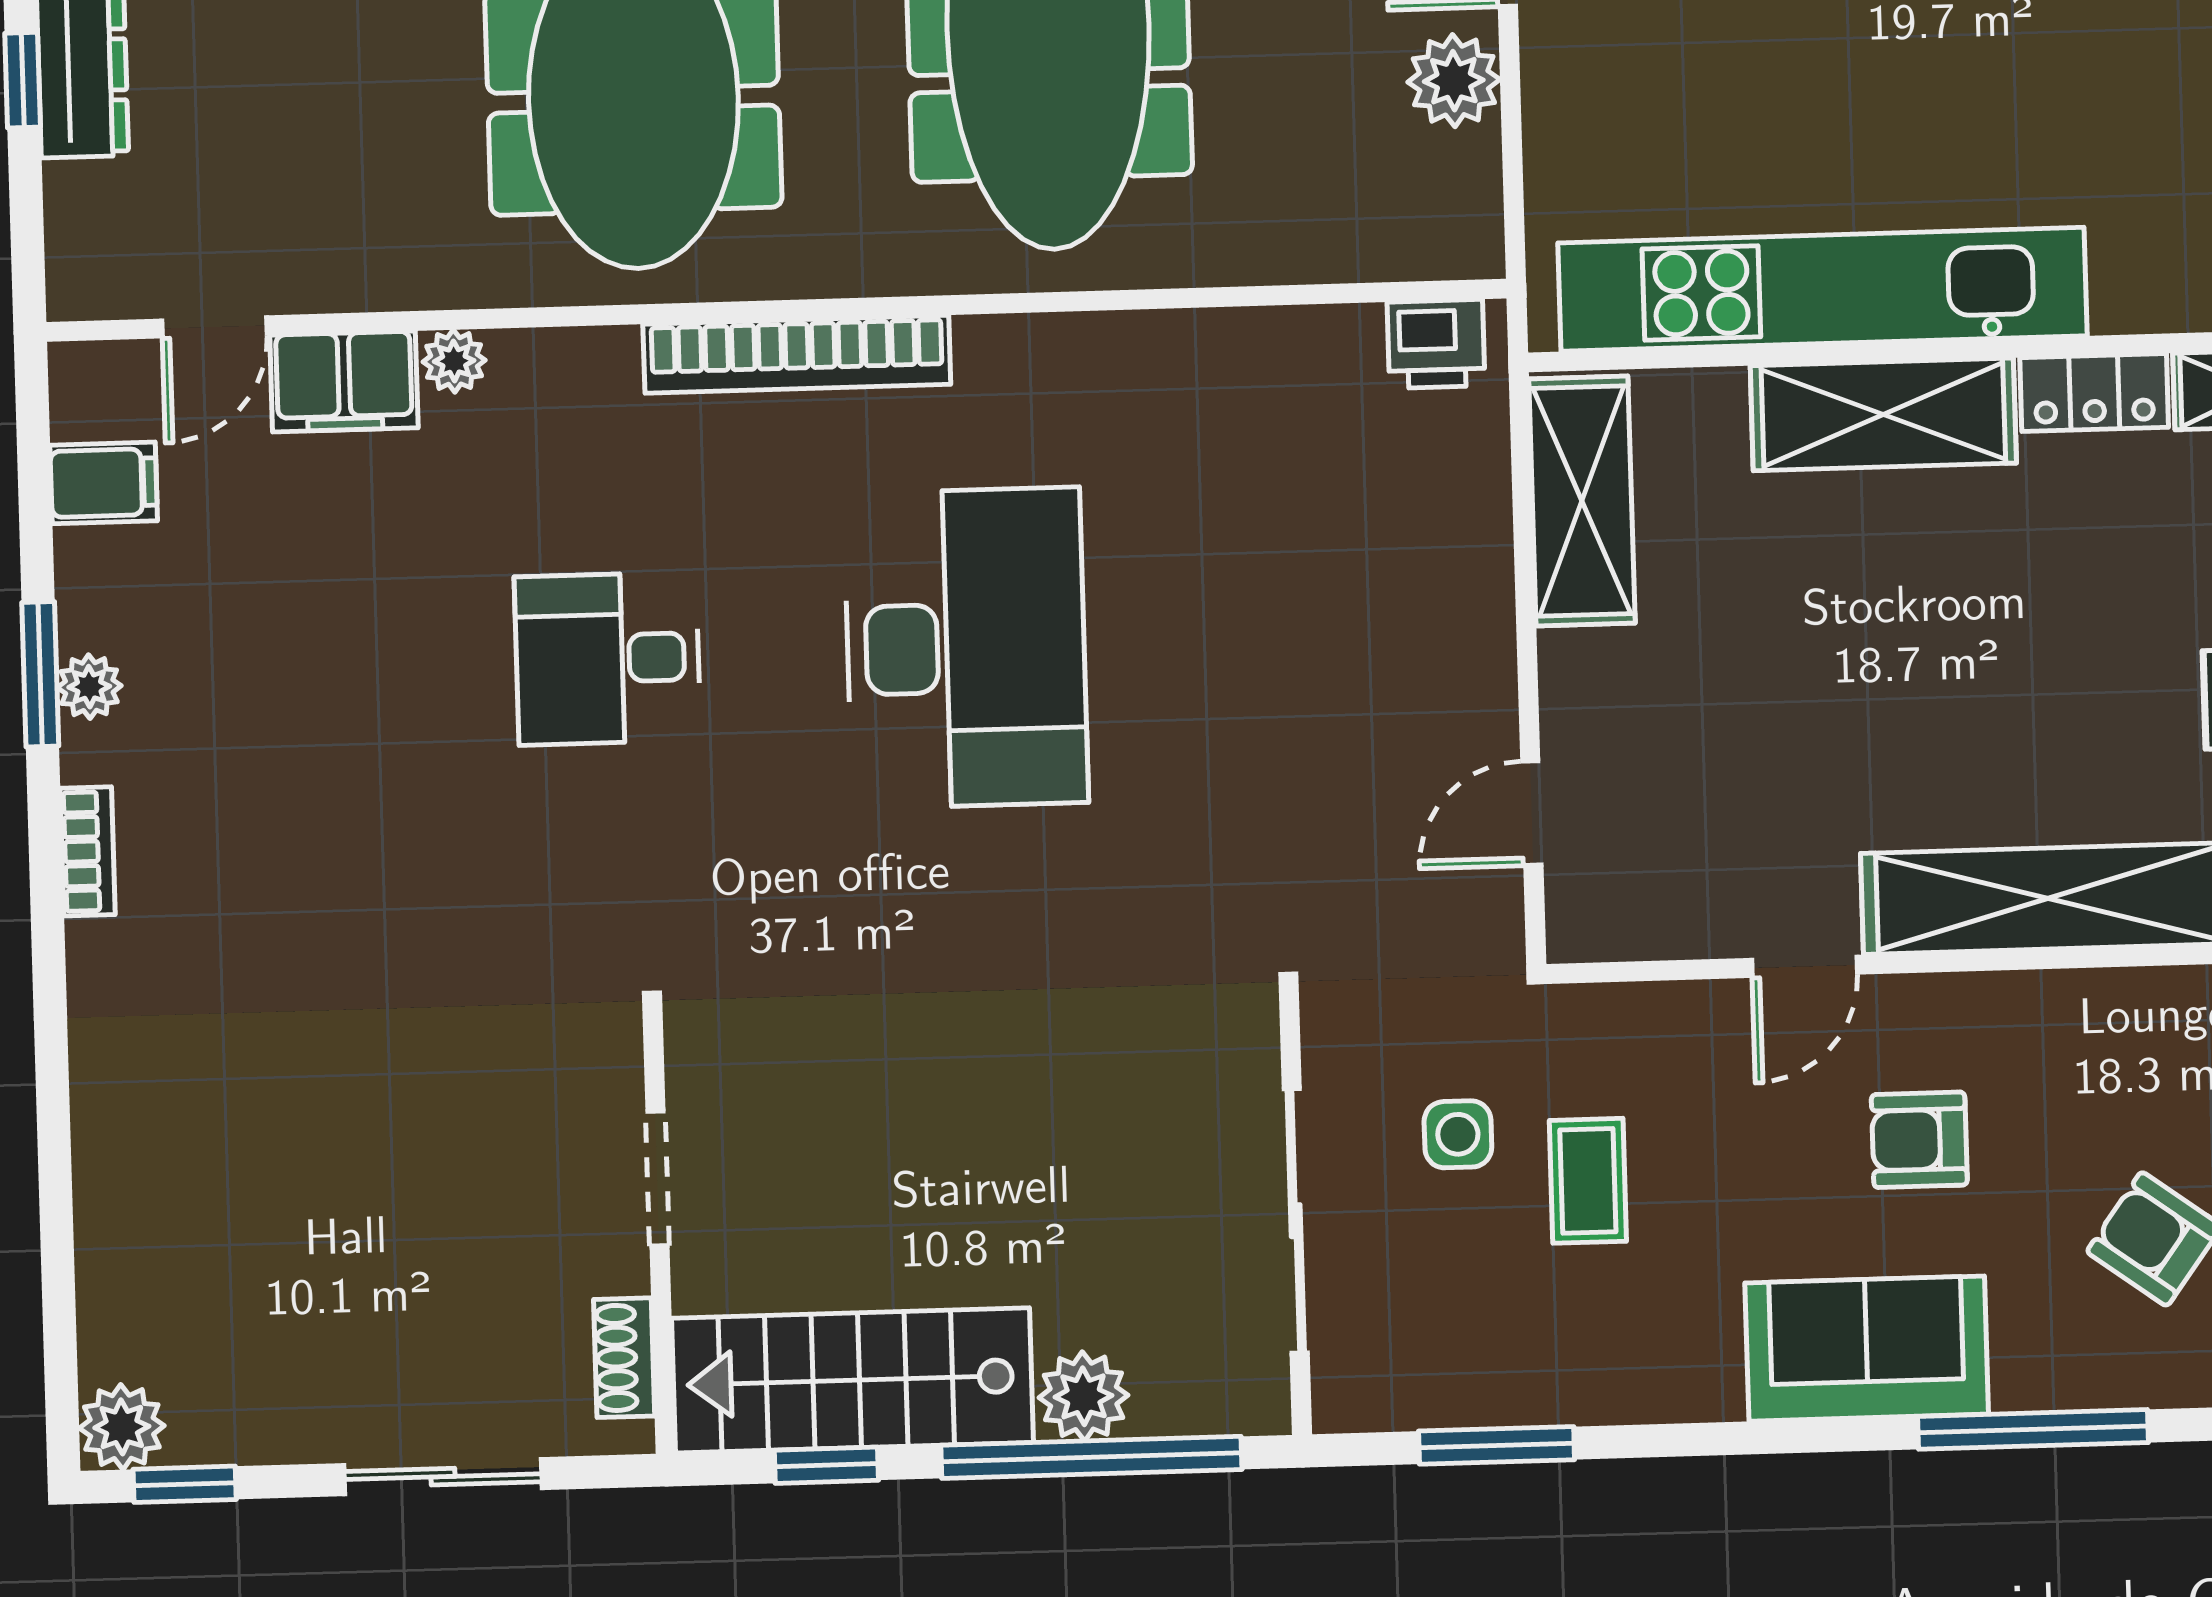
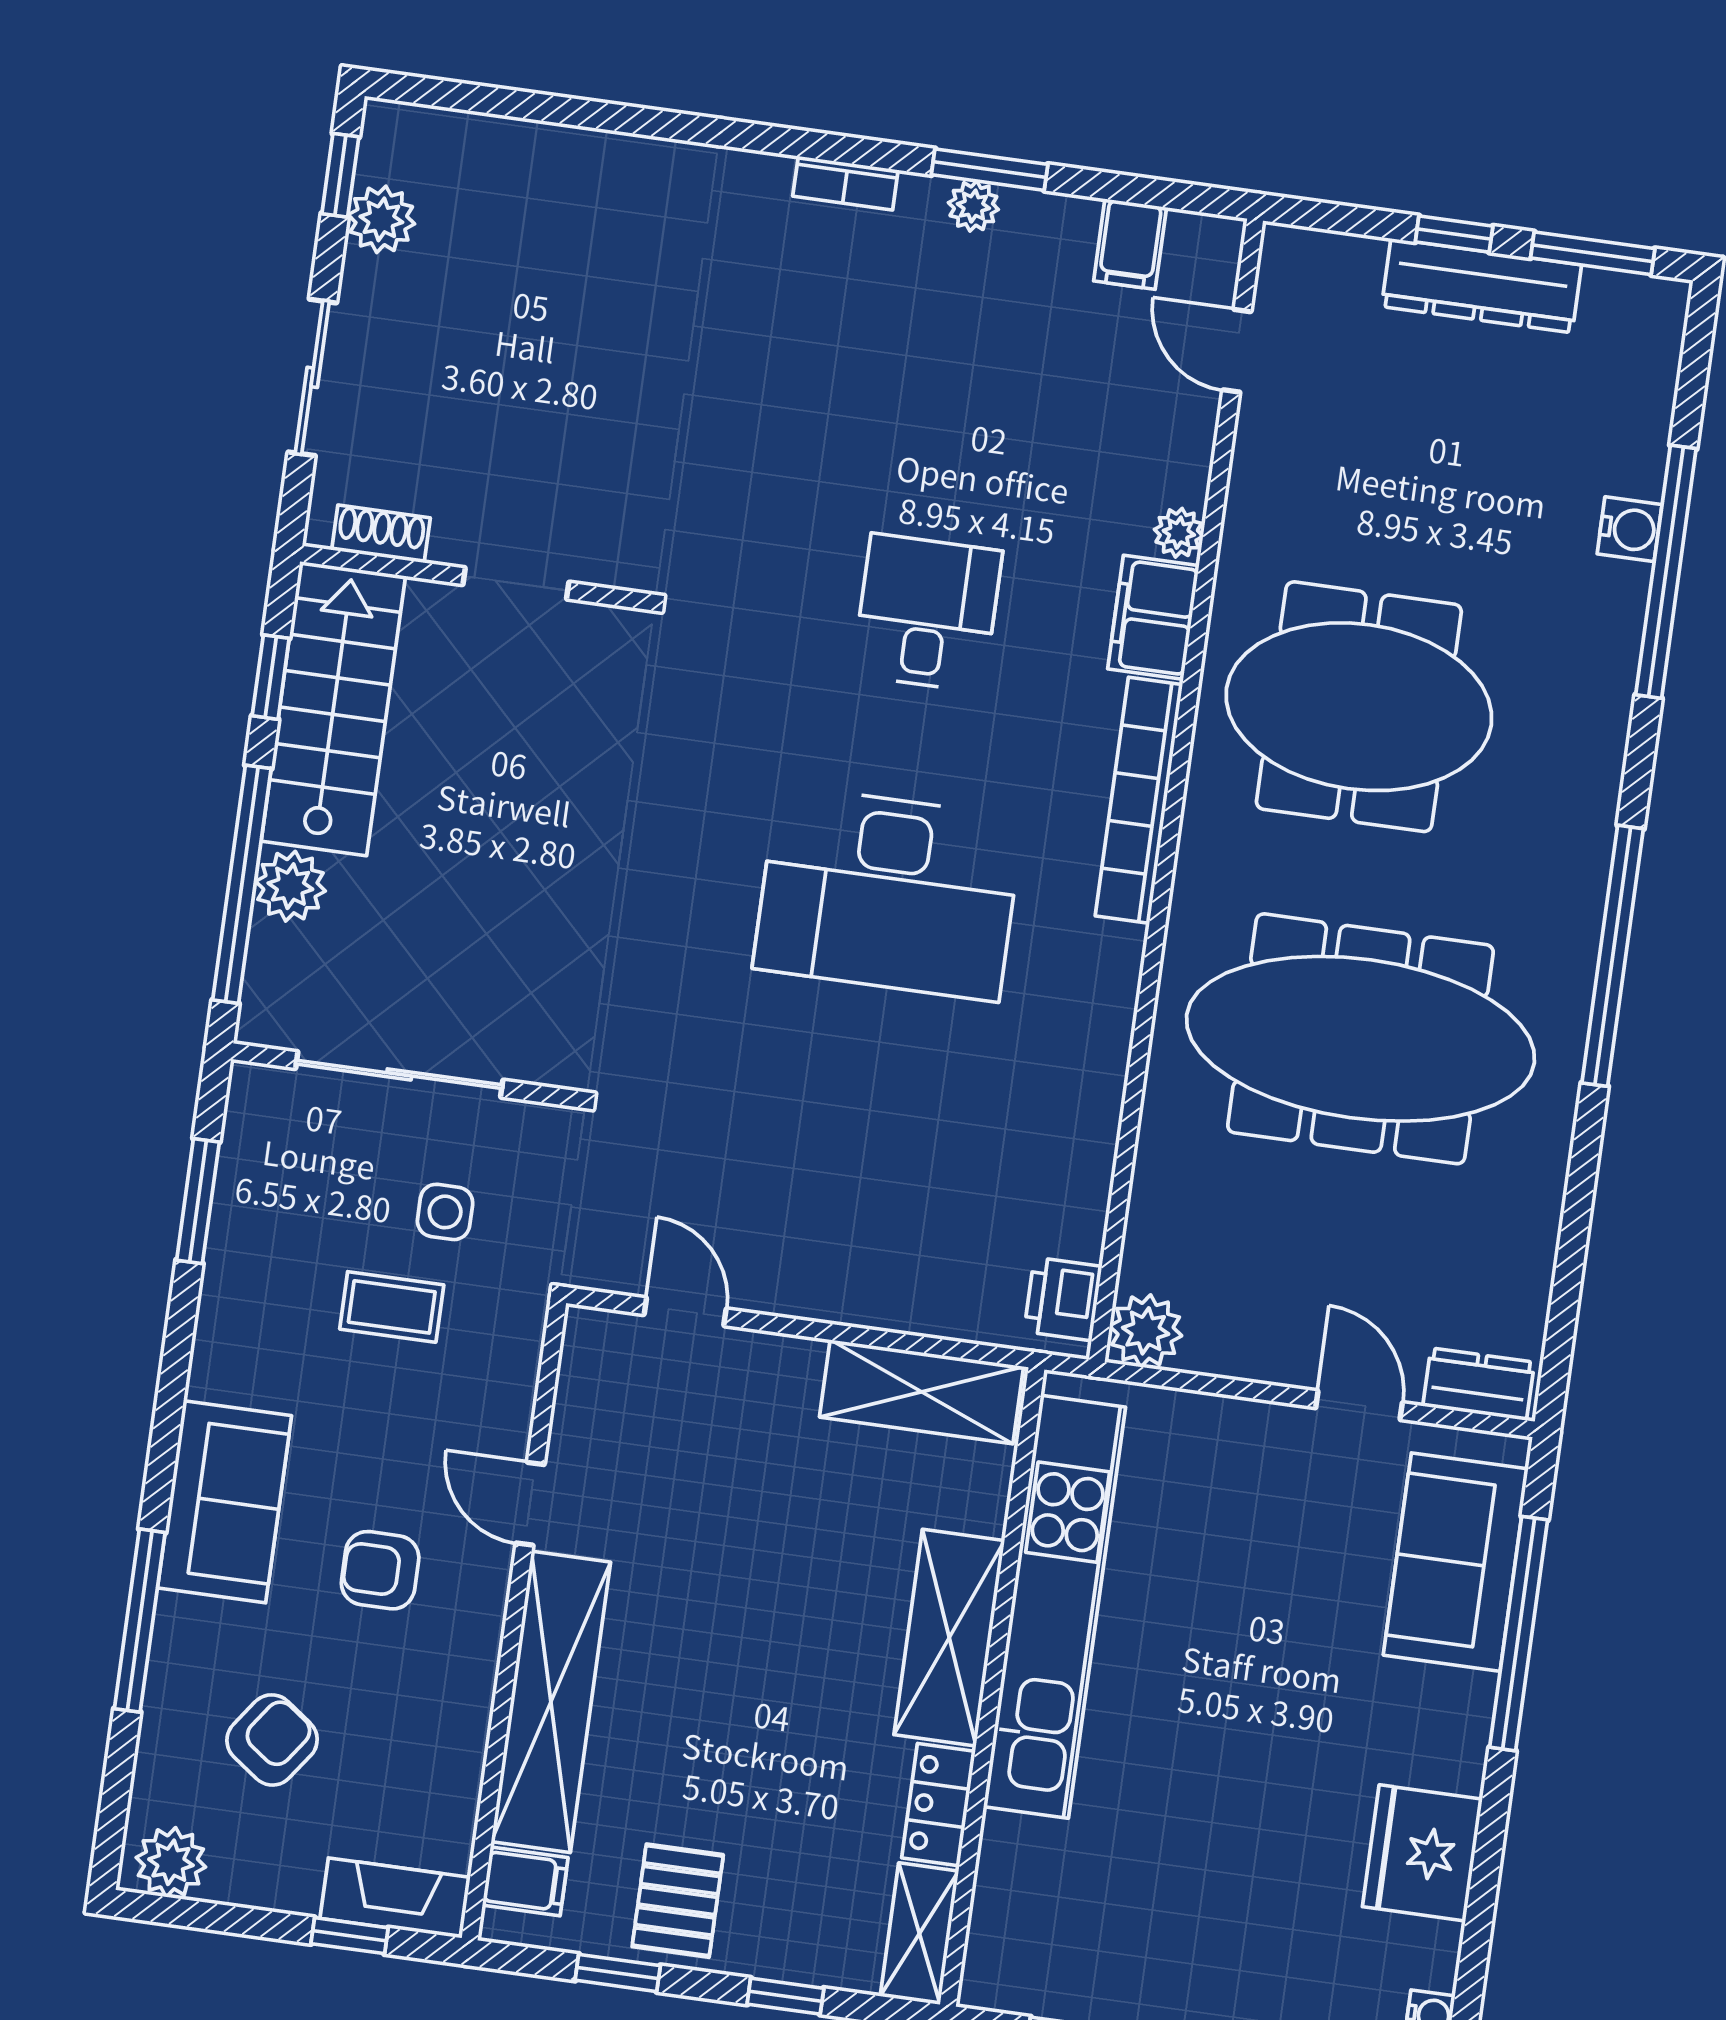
plant: (1454, 81) -> (1146, 1331), moved
filing cabinet: (344, 381) -> (1153, 617), moved
armchair: (1919, 1140) -> (380, 1570), turned -90
plant: (122, 1427) -> (381, 219), moved

